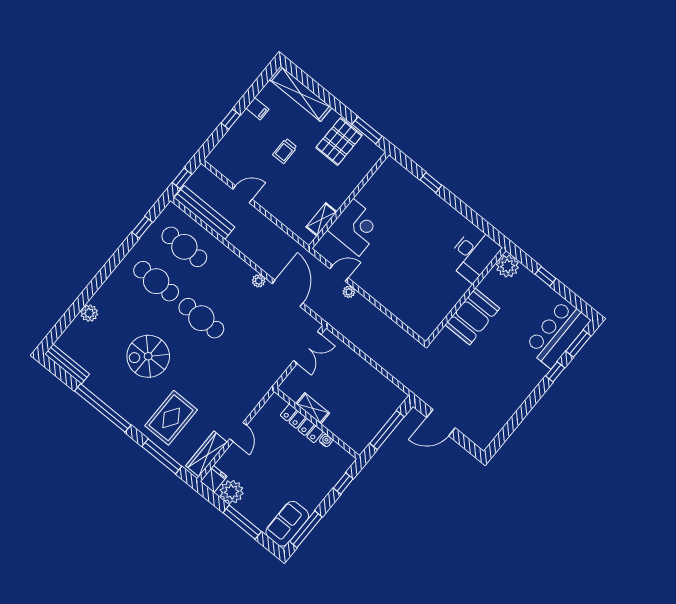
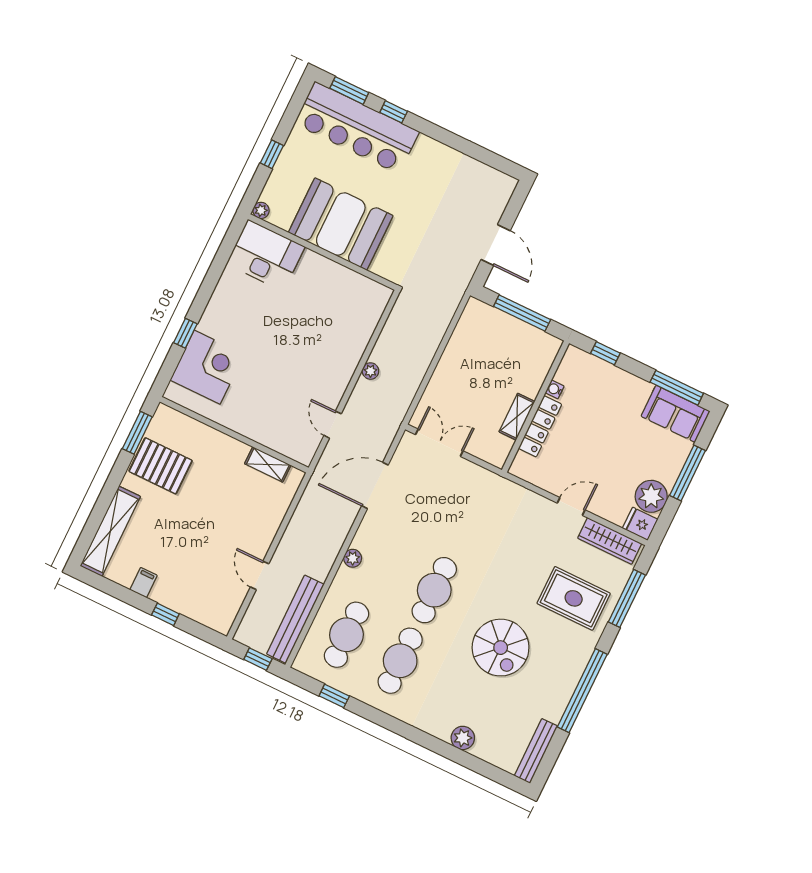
trolley: (285, 151) -> (190, 534), removed
corner desk: (356, 227) -> (207, 367), moved, turned 90
plant: (508, 266) -> (261, 210), width x0.53, depth x0.53
plant: (259, 281) -> (353, 558), moved
plant: (349, 292) -> (370, 371), moved
booth: (472, 317) -> (341, 224), width x1.36, depth x1.42
bar counter: (557, 334) -> (357, 128), width x1.36

